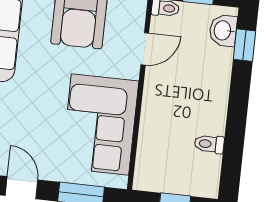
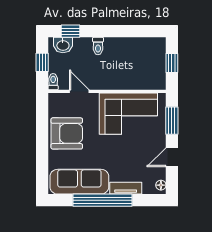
toilet: (209, 144) -> (98, 46), moved

